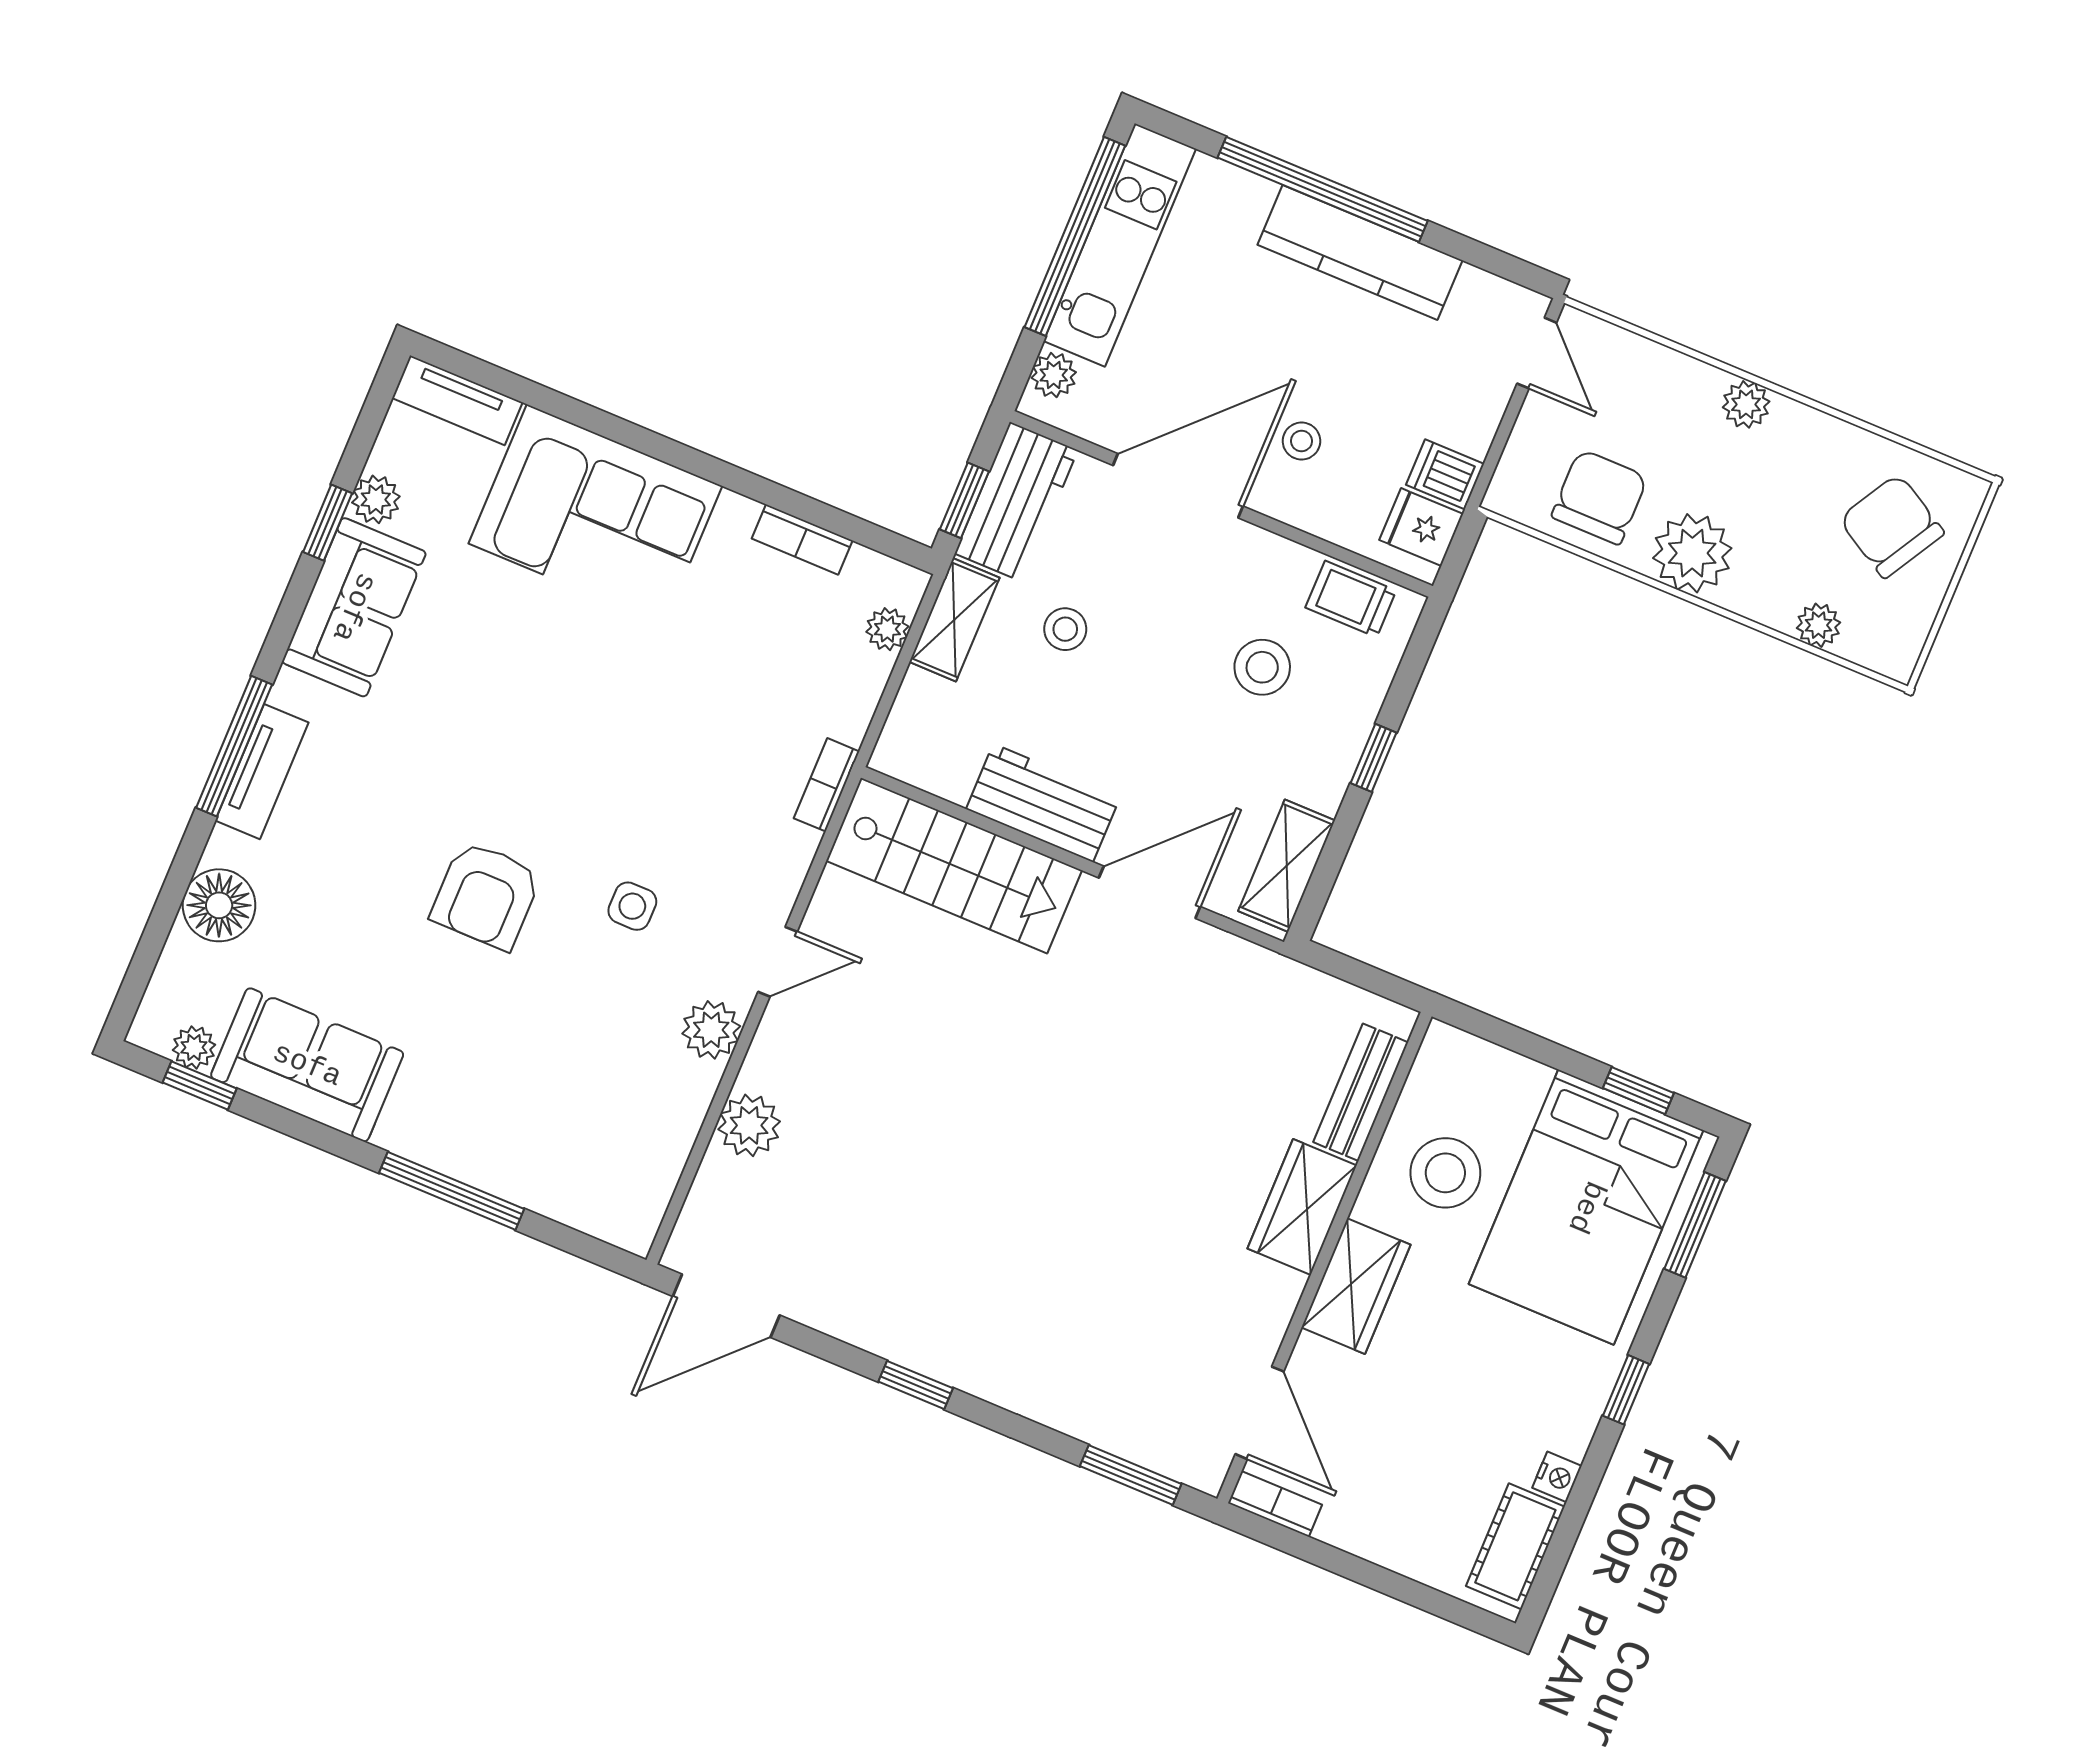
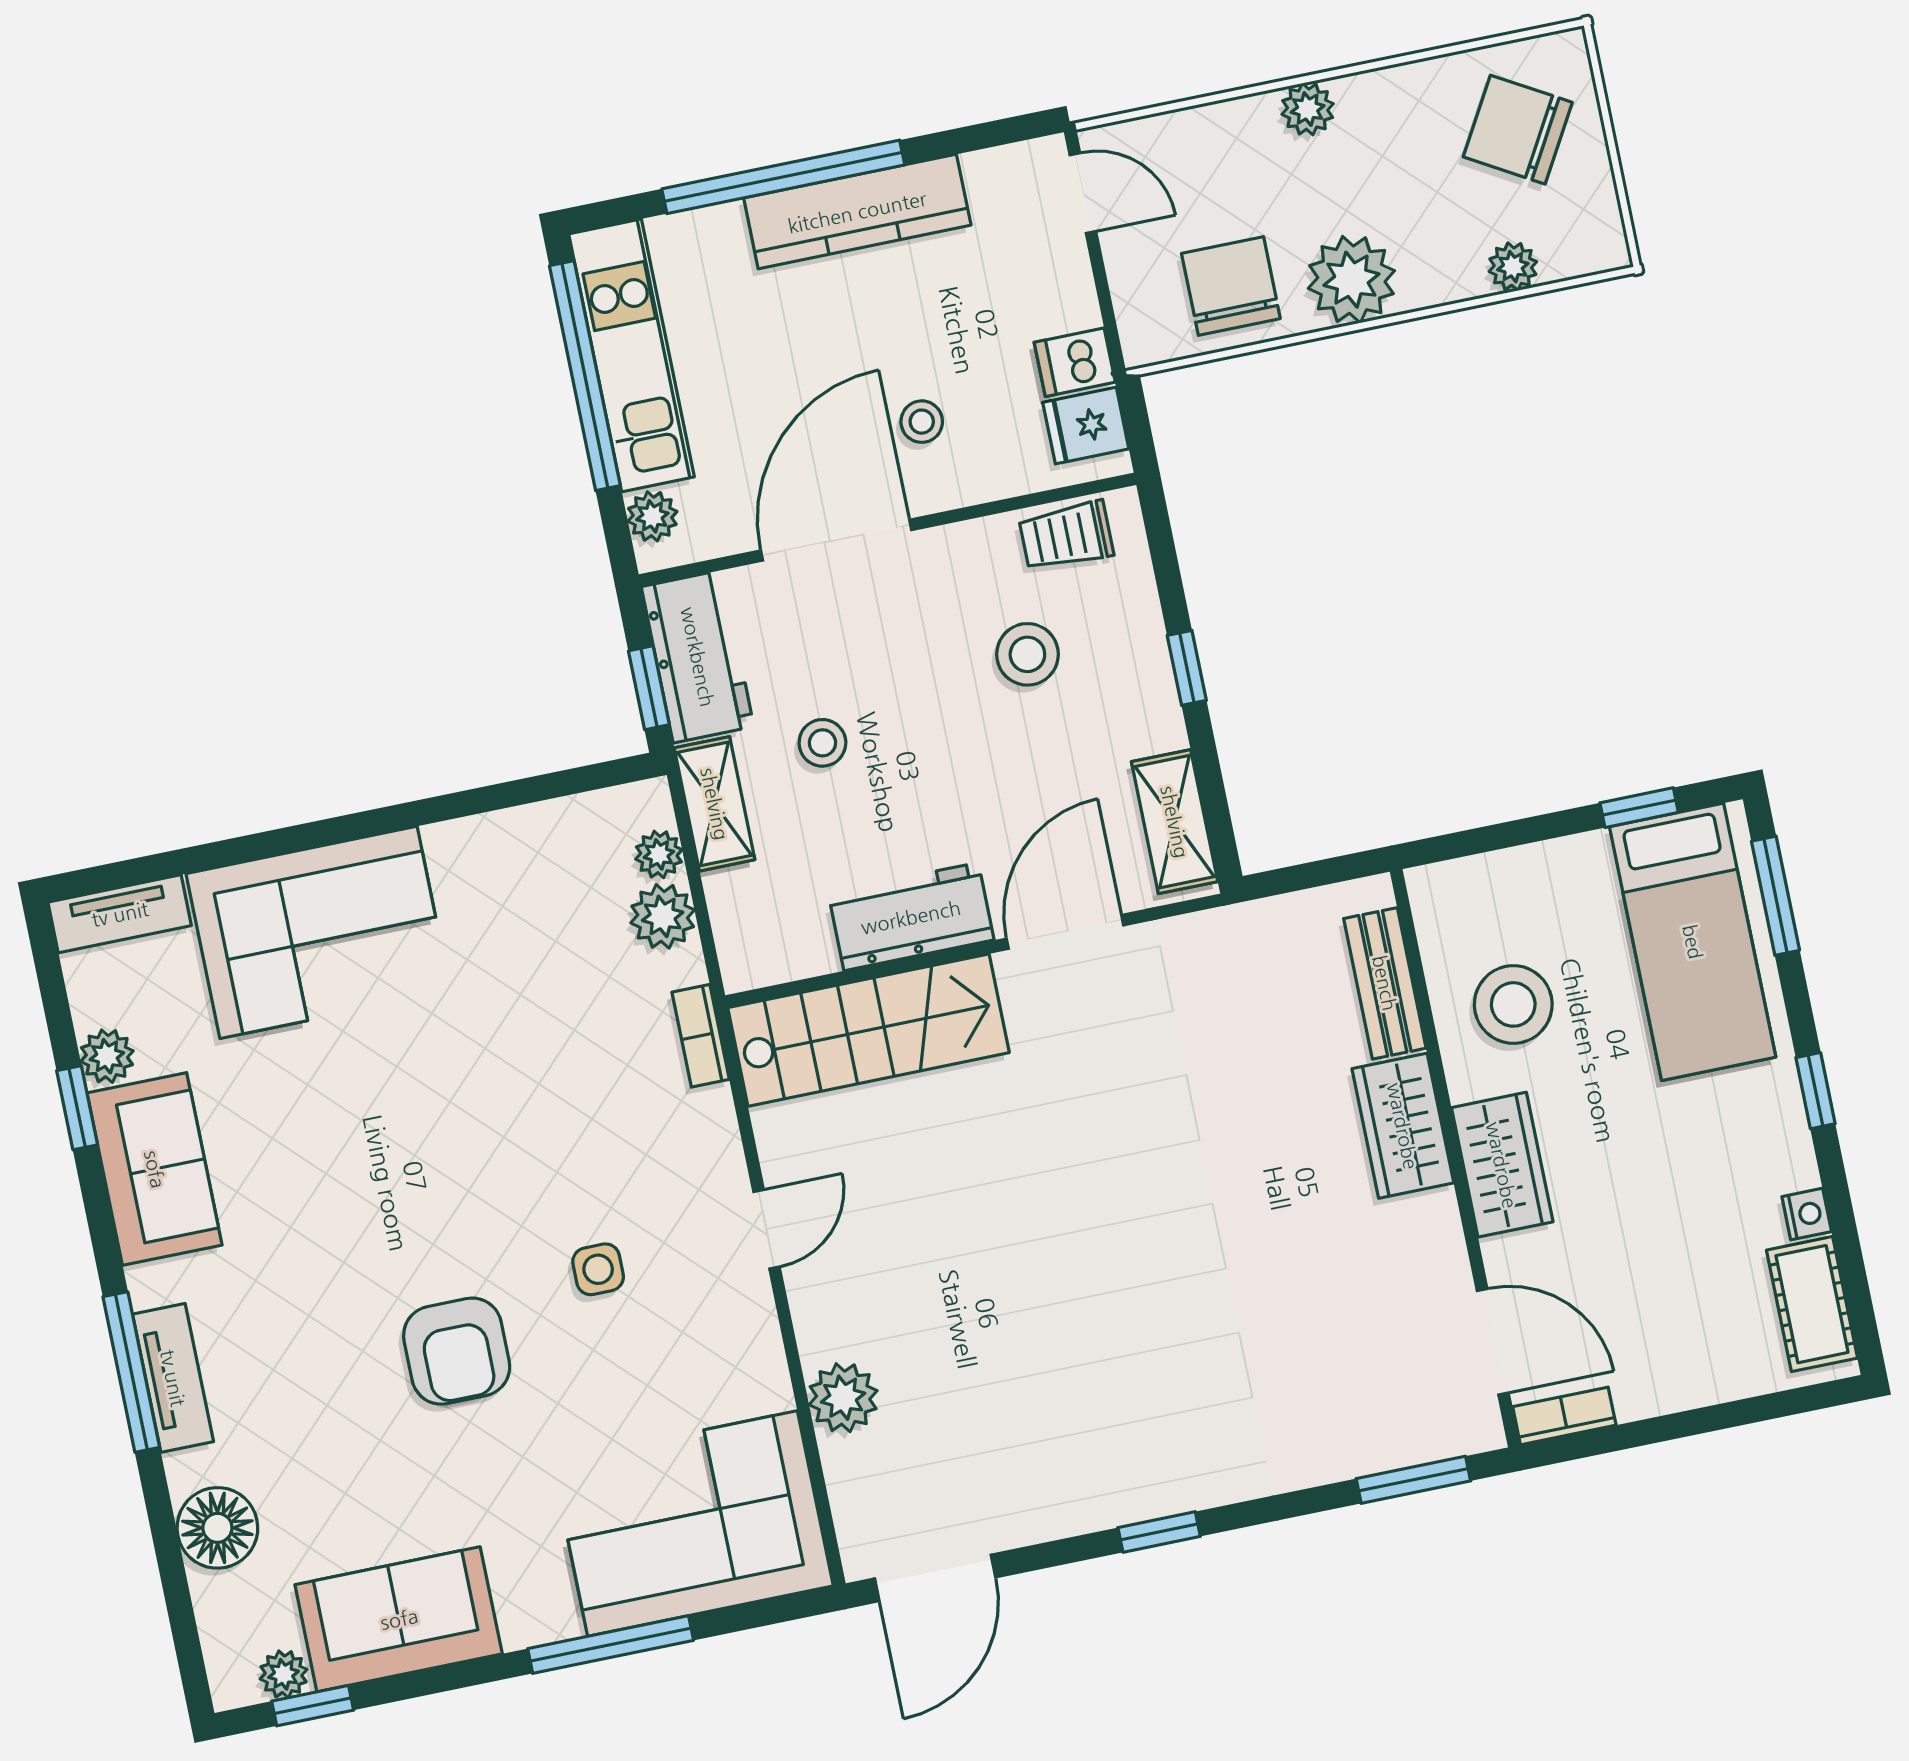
bookcase: (802, 540) -> (524, 826), removed
plant: (711, 1030) -> (663, 916), moved
corner sofa: (574, 1143) -> (692, 1523), added
bed: (1586, 1207) -> (1693, 942), width x0.67

